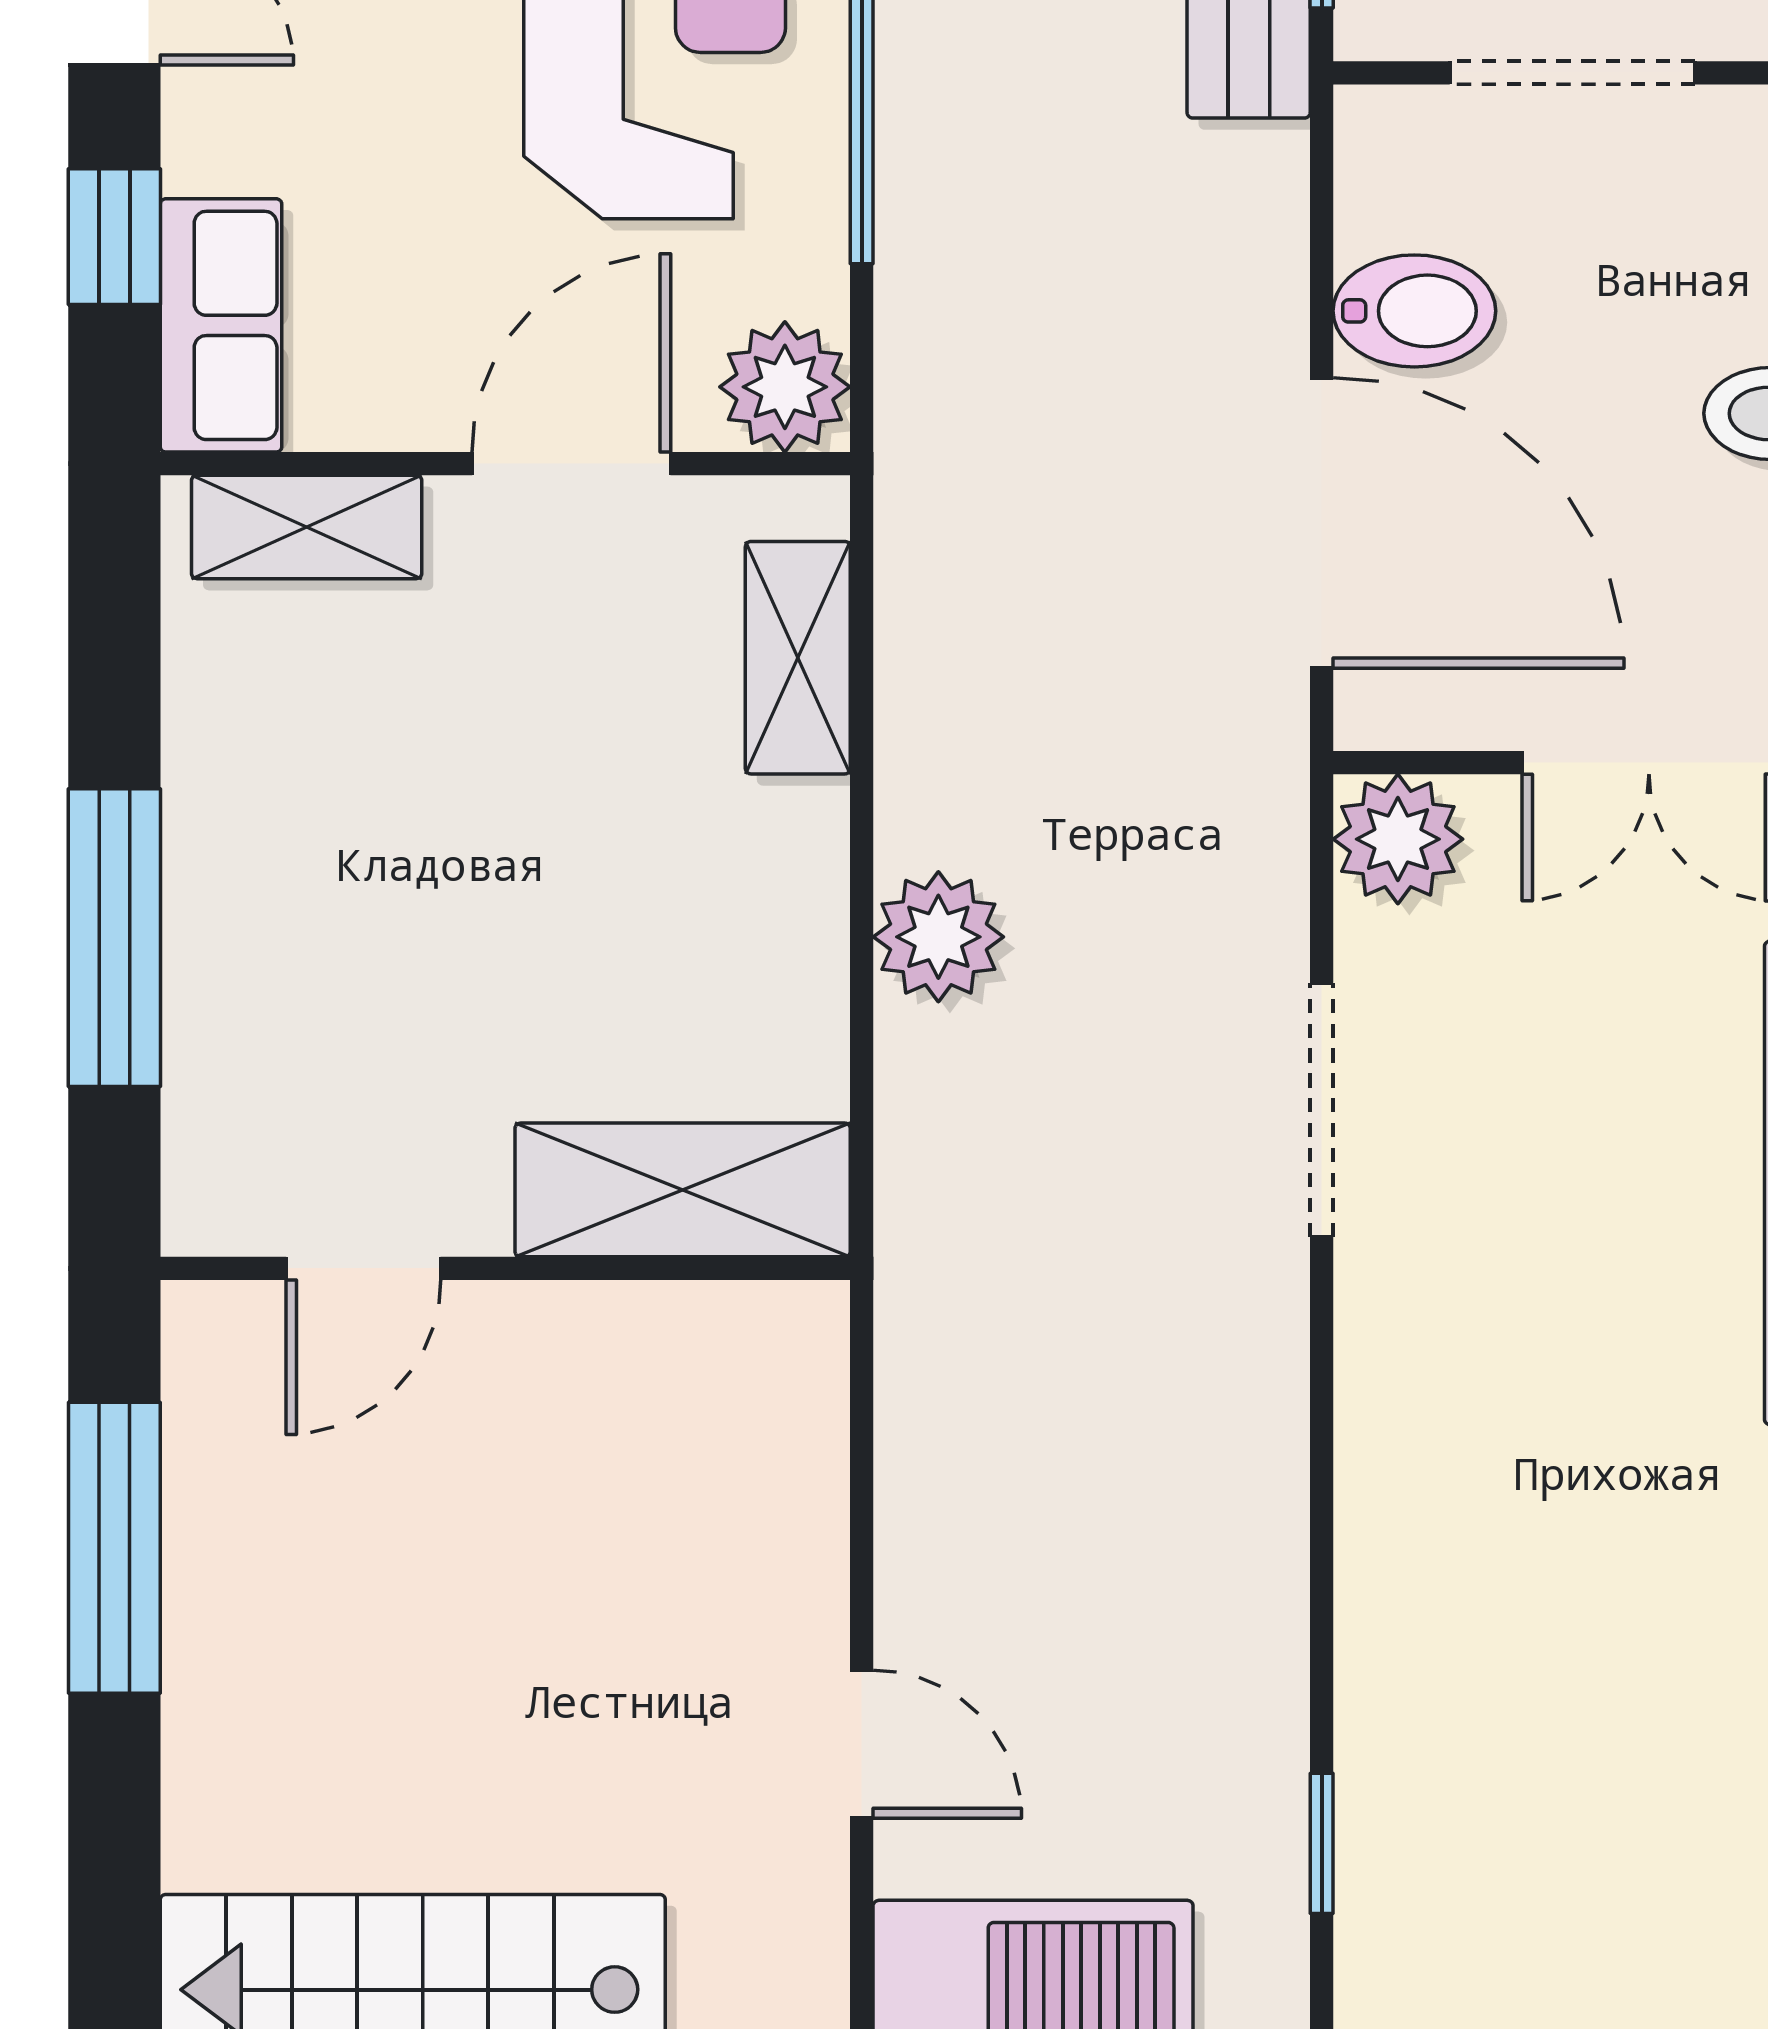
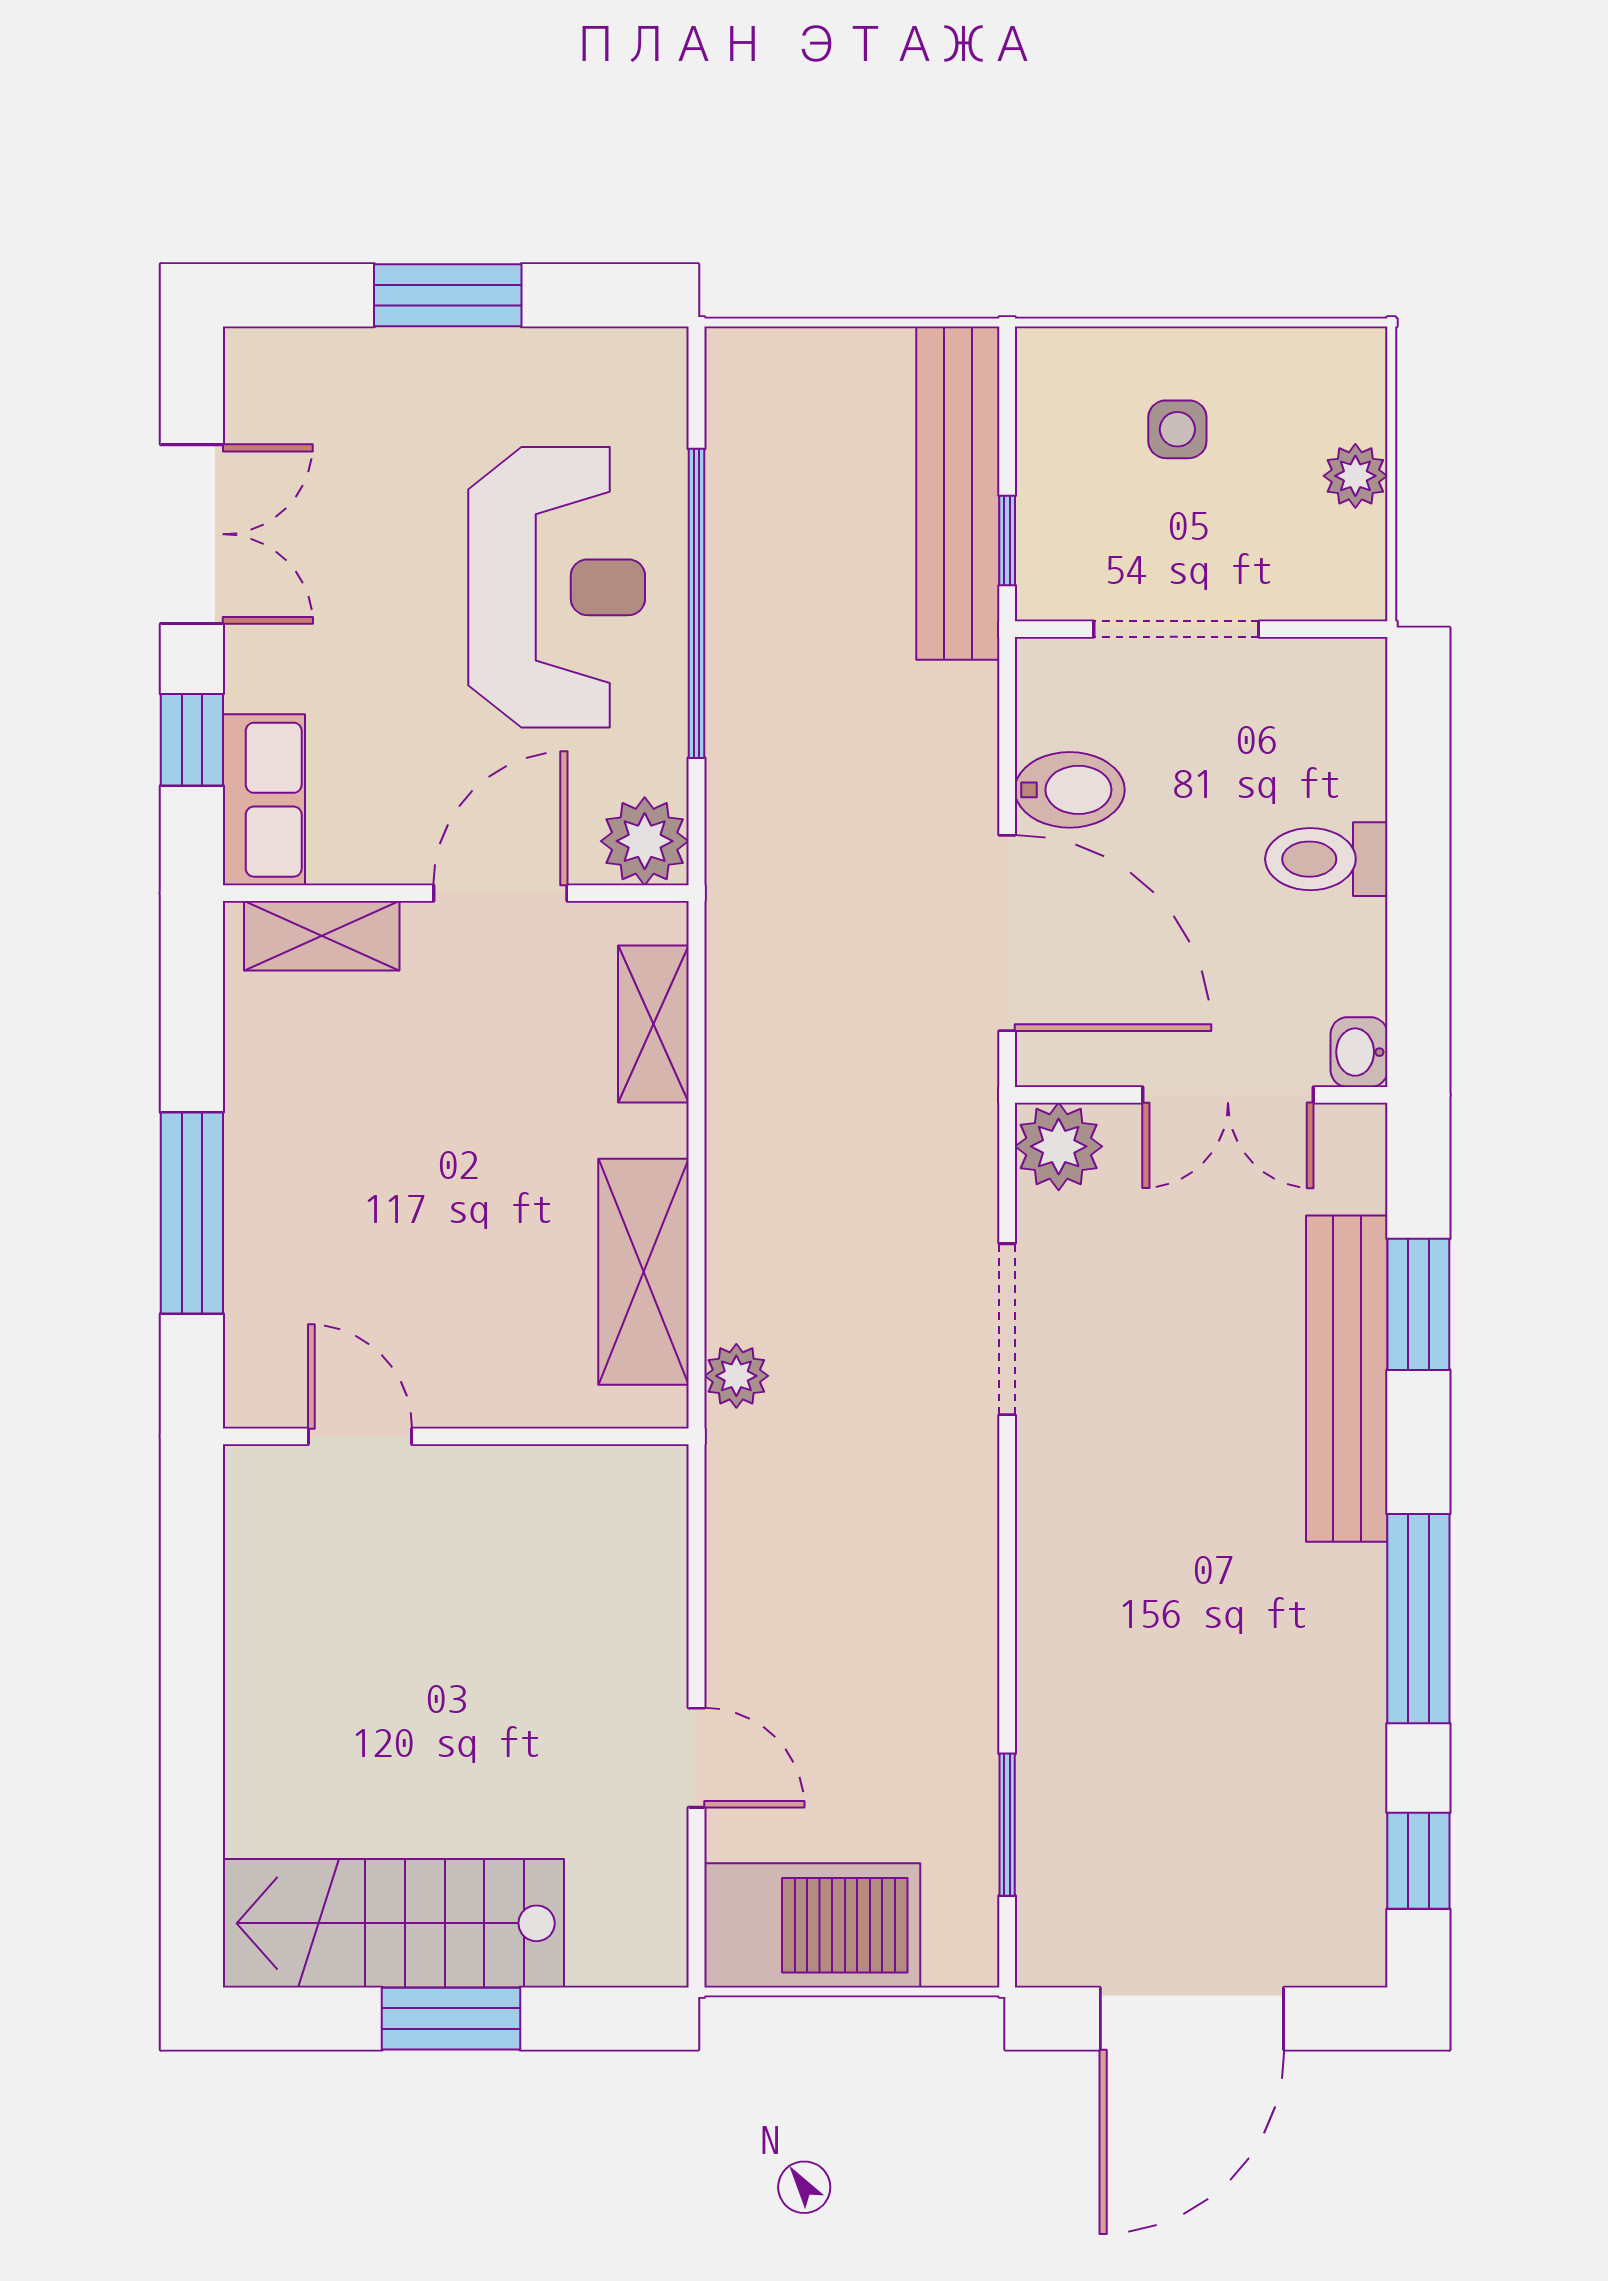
plant: (938, 937) -> (736, 1376), moved, width x0.73, depth x0.73
shelving: (683, 1190) -> (643, 1272), moved, turned 90
door: (363, 1268) -> (360, 1436), swing flipped
window: (114, 1548) -> (192, 1625), removed
window: (1322, 1843) -> (1007, 1825), width x1.50

